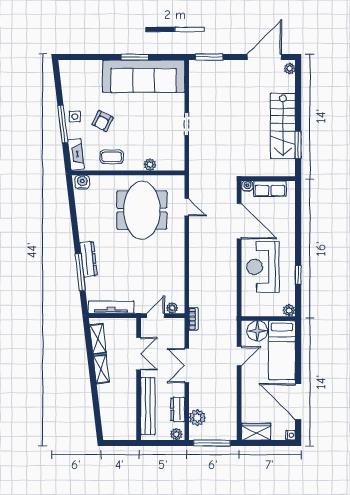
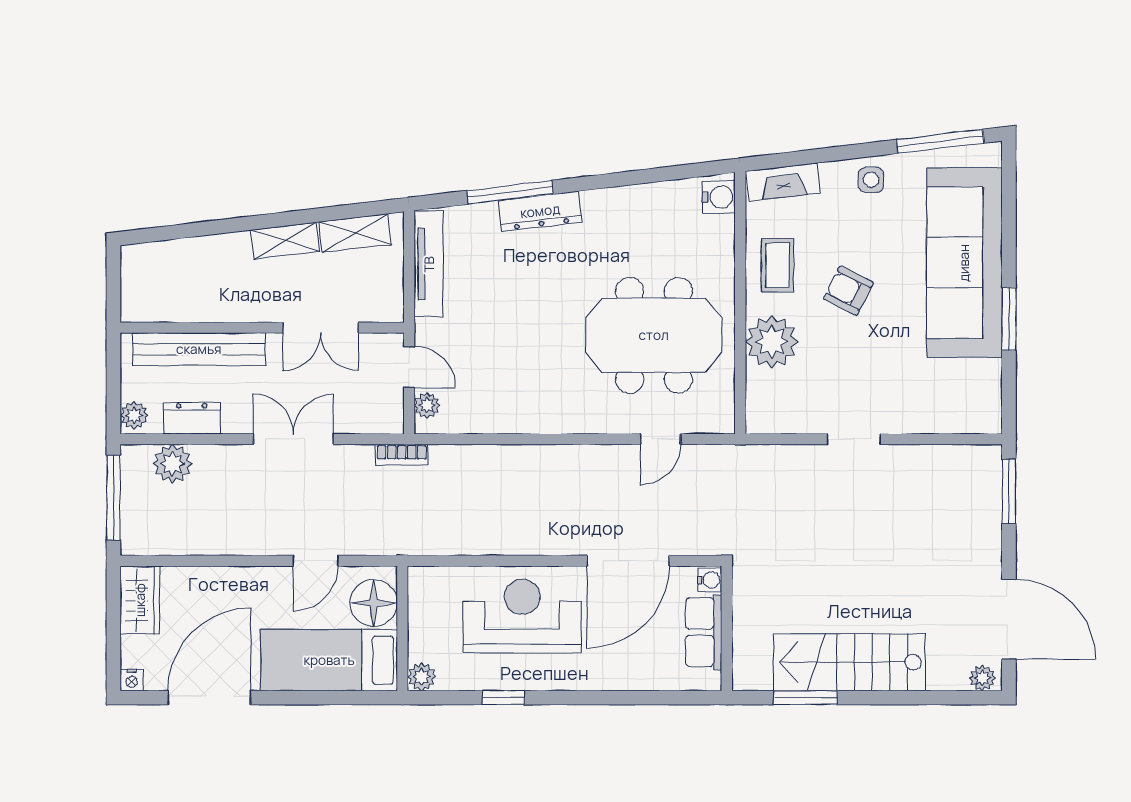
sofa: (144, 76) -> (964, 263), moved
armchair: (103, 121) -> (848, 291), moved
window: (63, 124) -> (940, 141), moved
plant: (150, 165) -> (772, 342), width x1.88, depth x1.88
door: (239, 356) -> (315, 561), hinge flipped

